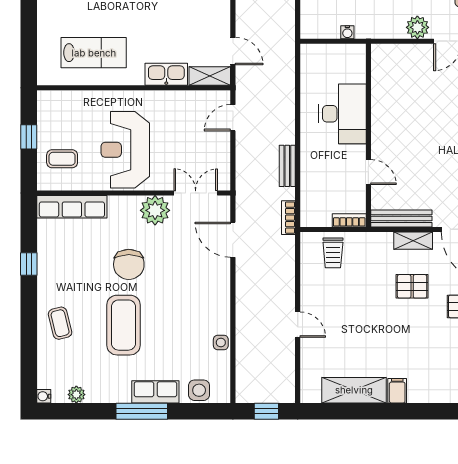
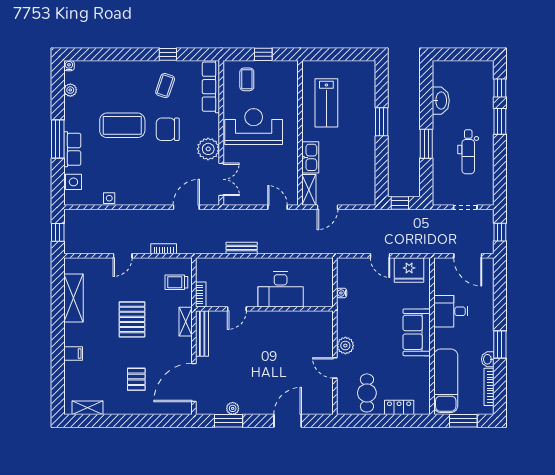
bookcase: (288, 218) -> (164, 249), moved
shelving: (413, 241) -> (186, 322), moved
pallet: (412, 286) -> (132, 319), moved, width x1.50, depth x1.42
coffee table: (60, 323) -> (165, 85), moved, turned -57
filing cabinet: (397, 391) -> (73, 353), moved

